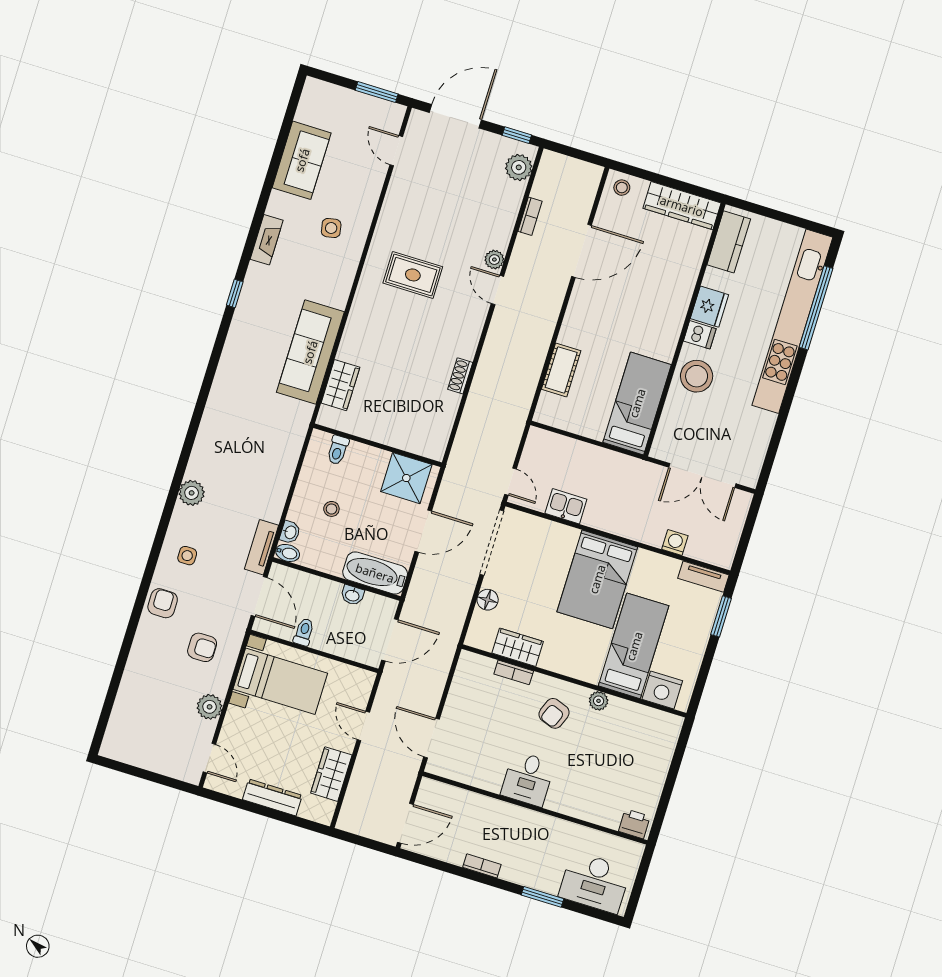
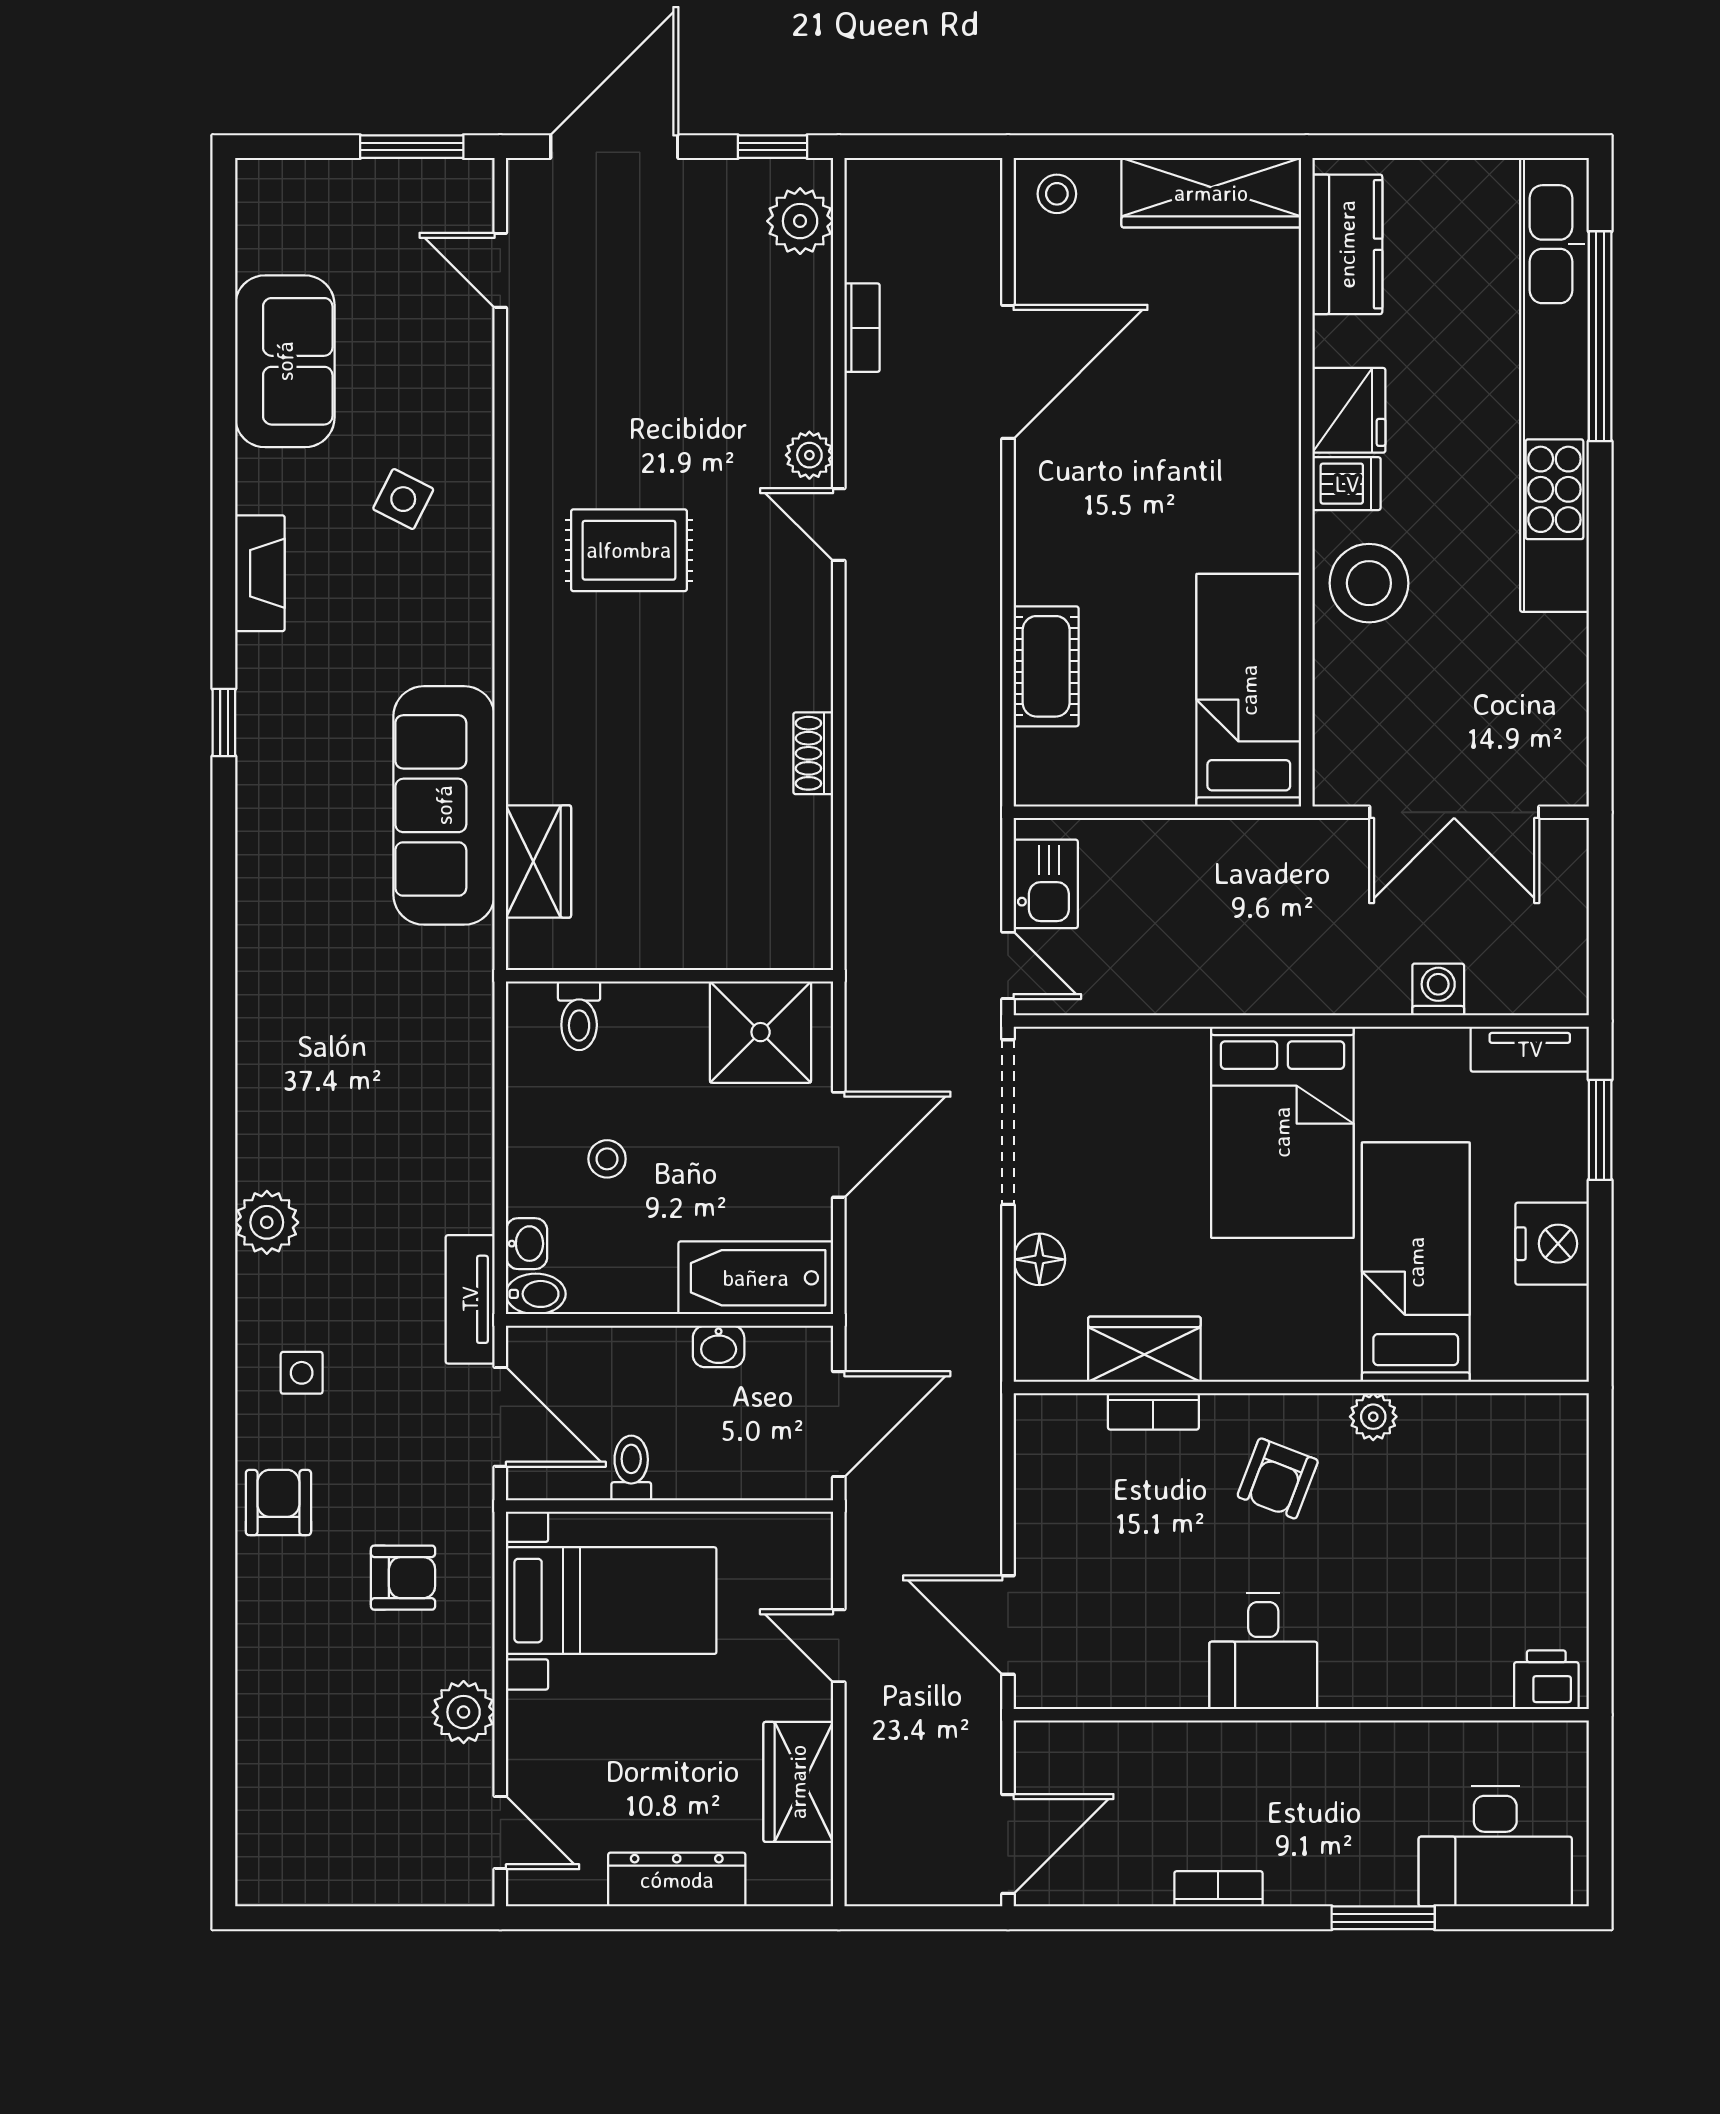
side table: (331, 228) -> (403, 499), turned 38
kitchen sink: (566, 506) -> (1046, 884), moved, turned 90
nightstand: (662, 690) -> (1552, 1244), moved, turned -90

